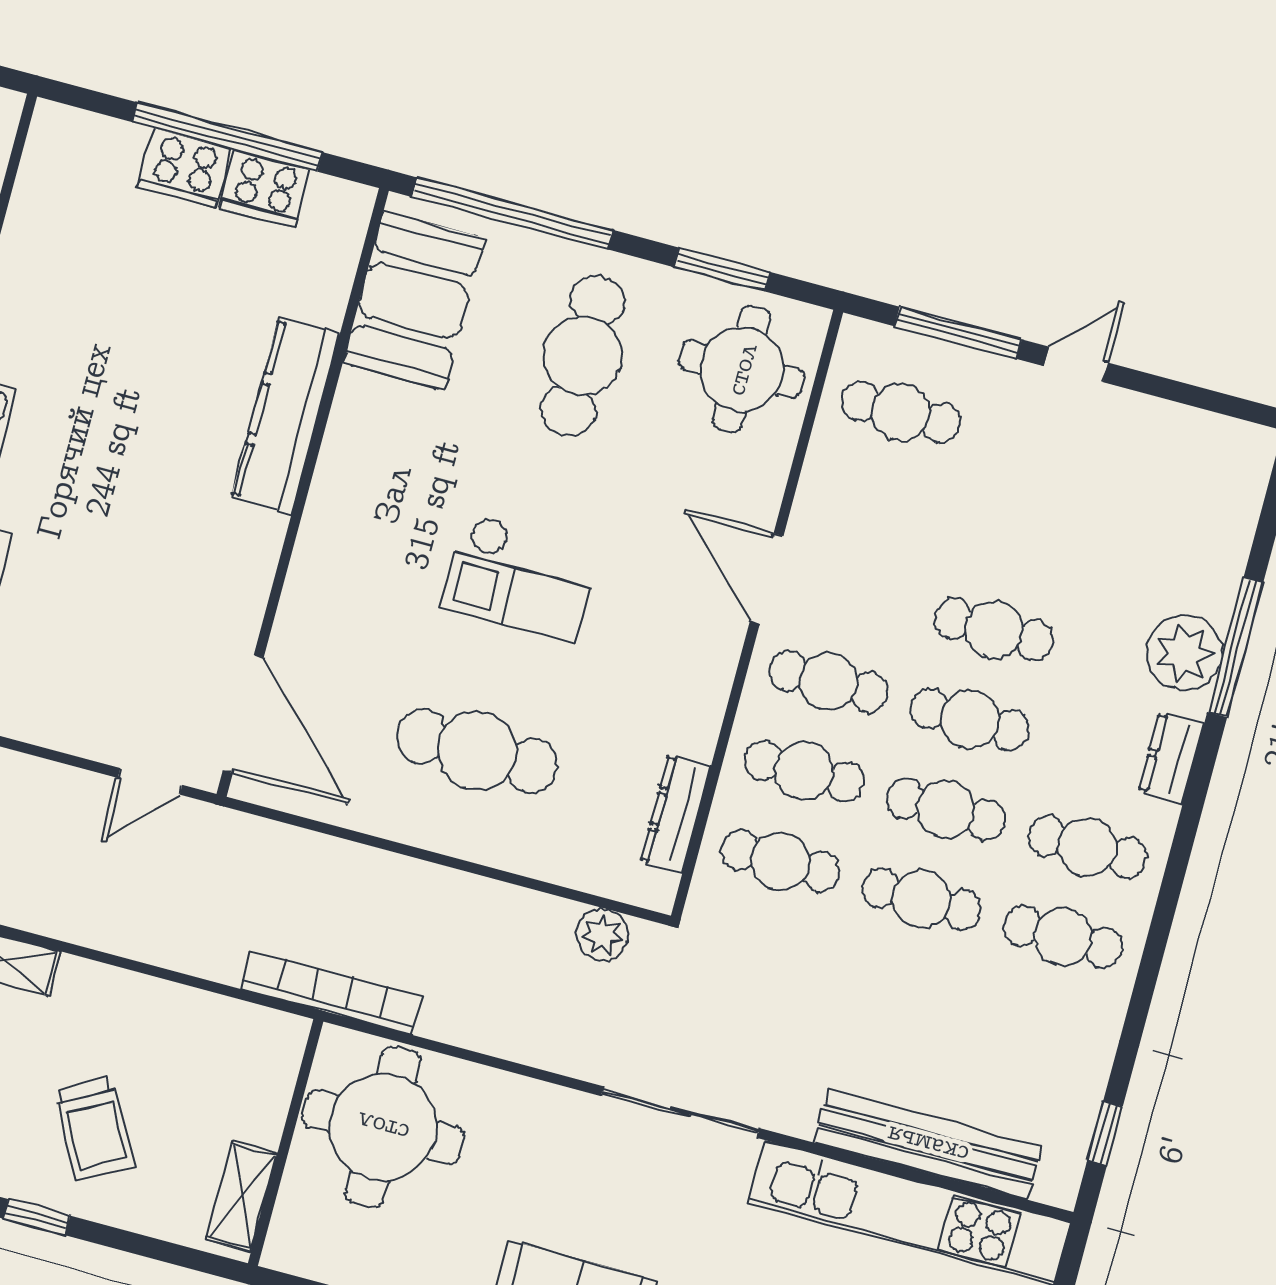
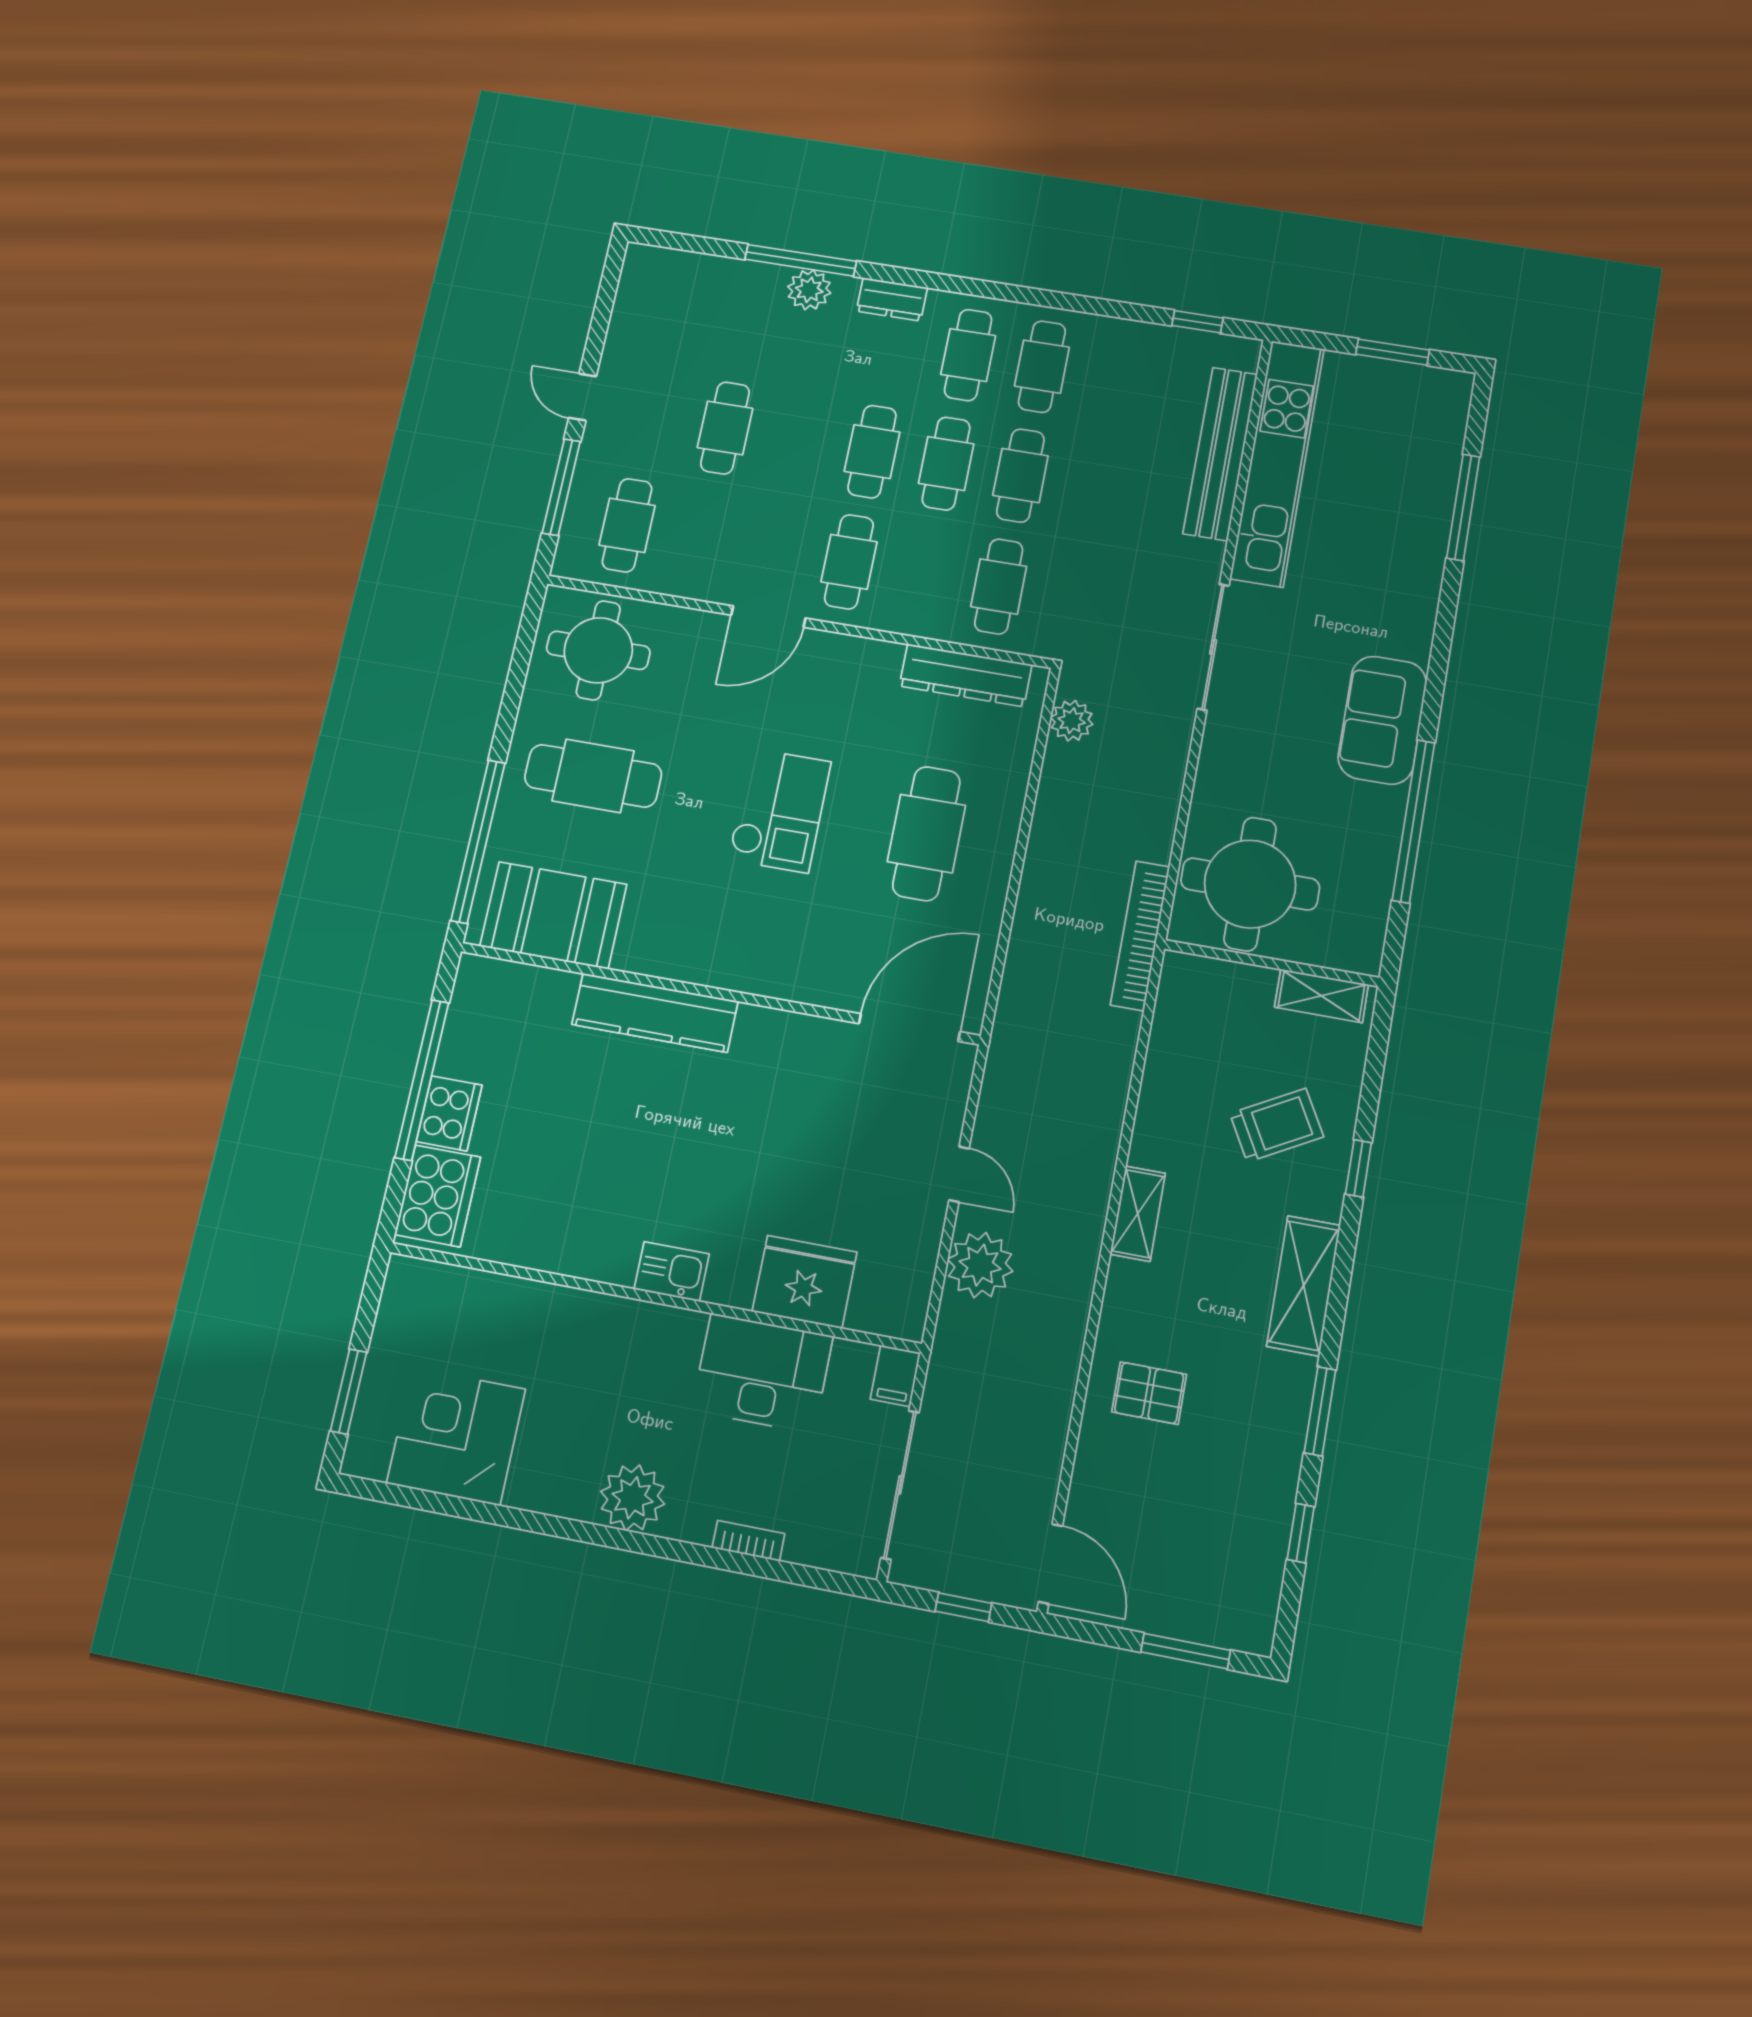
cooker: (265, 189) -> (438, 1196), moved, width x1.37, depth x1.31
window: (722, 270) -> (518, 673), removed
cafe table: (994, 629) -> (725, 428), moved
plant: (1184, 653) -> (809, 290), width x0.73, depth x0.73
cafe table: (804, 771) -> (924, 574), removed
door: (150, 781) -> (959, 1174), moved
dresser: (676, 814) -> (966, 675), width x1.37, depth x1.24

